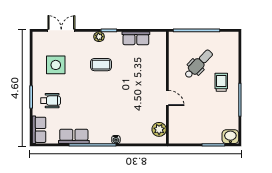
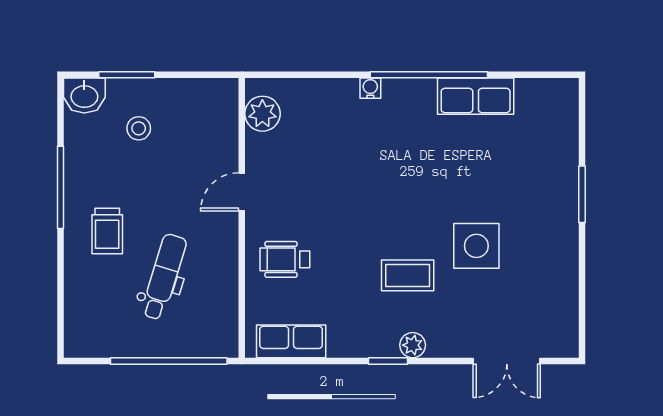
row of seats: (136, 38) -> (291, 341), moved
dental chair: (199, 64) -> (164, 277), turned 153
side table: (56, 65) -> (476, 246), moved
door: (167, 98) -> (242, 192), hinge flipped
wheelchair: (51, 101) -> (285, 259), moved
stool: (209, 123) -> (139, 128), added
row of seats: (39, 130) -> (562, 113), removed

